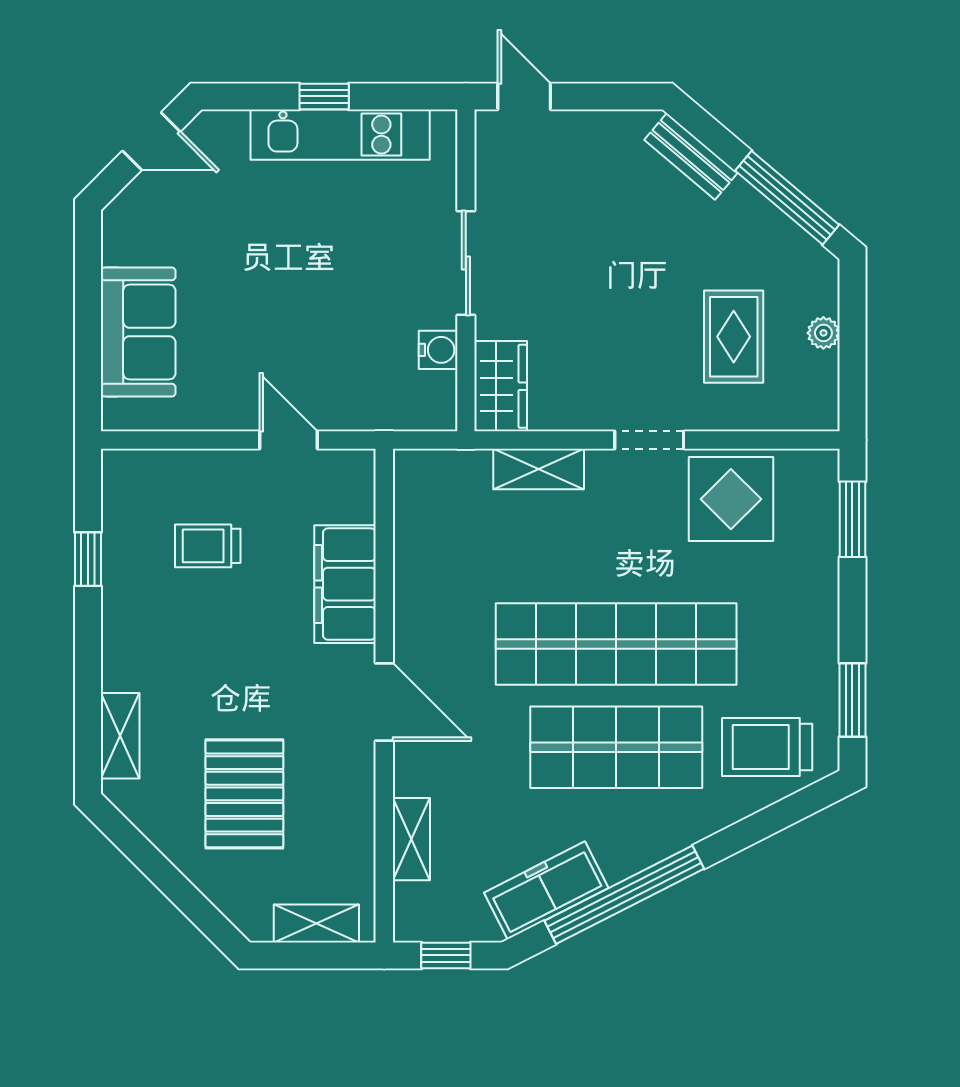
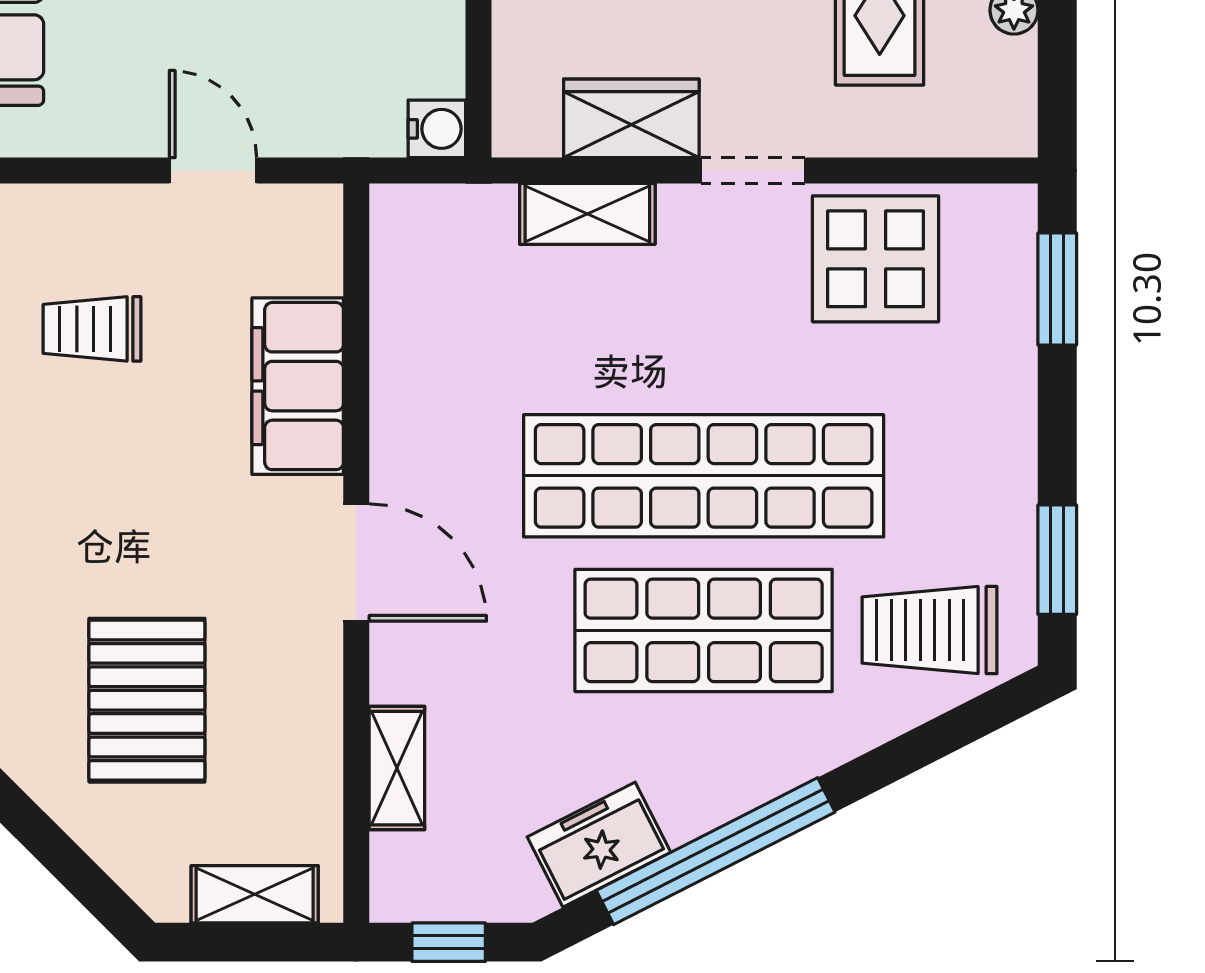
water cooler: (438, 350) -> (437, 129), moved
wardrobe: (501, 386) -> (631, 118), moved, turned -90
freezer: (546, 890) -> (599, 845), width x0.71

